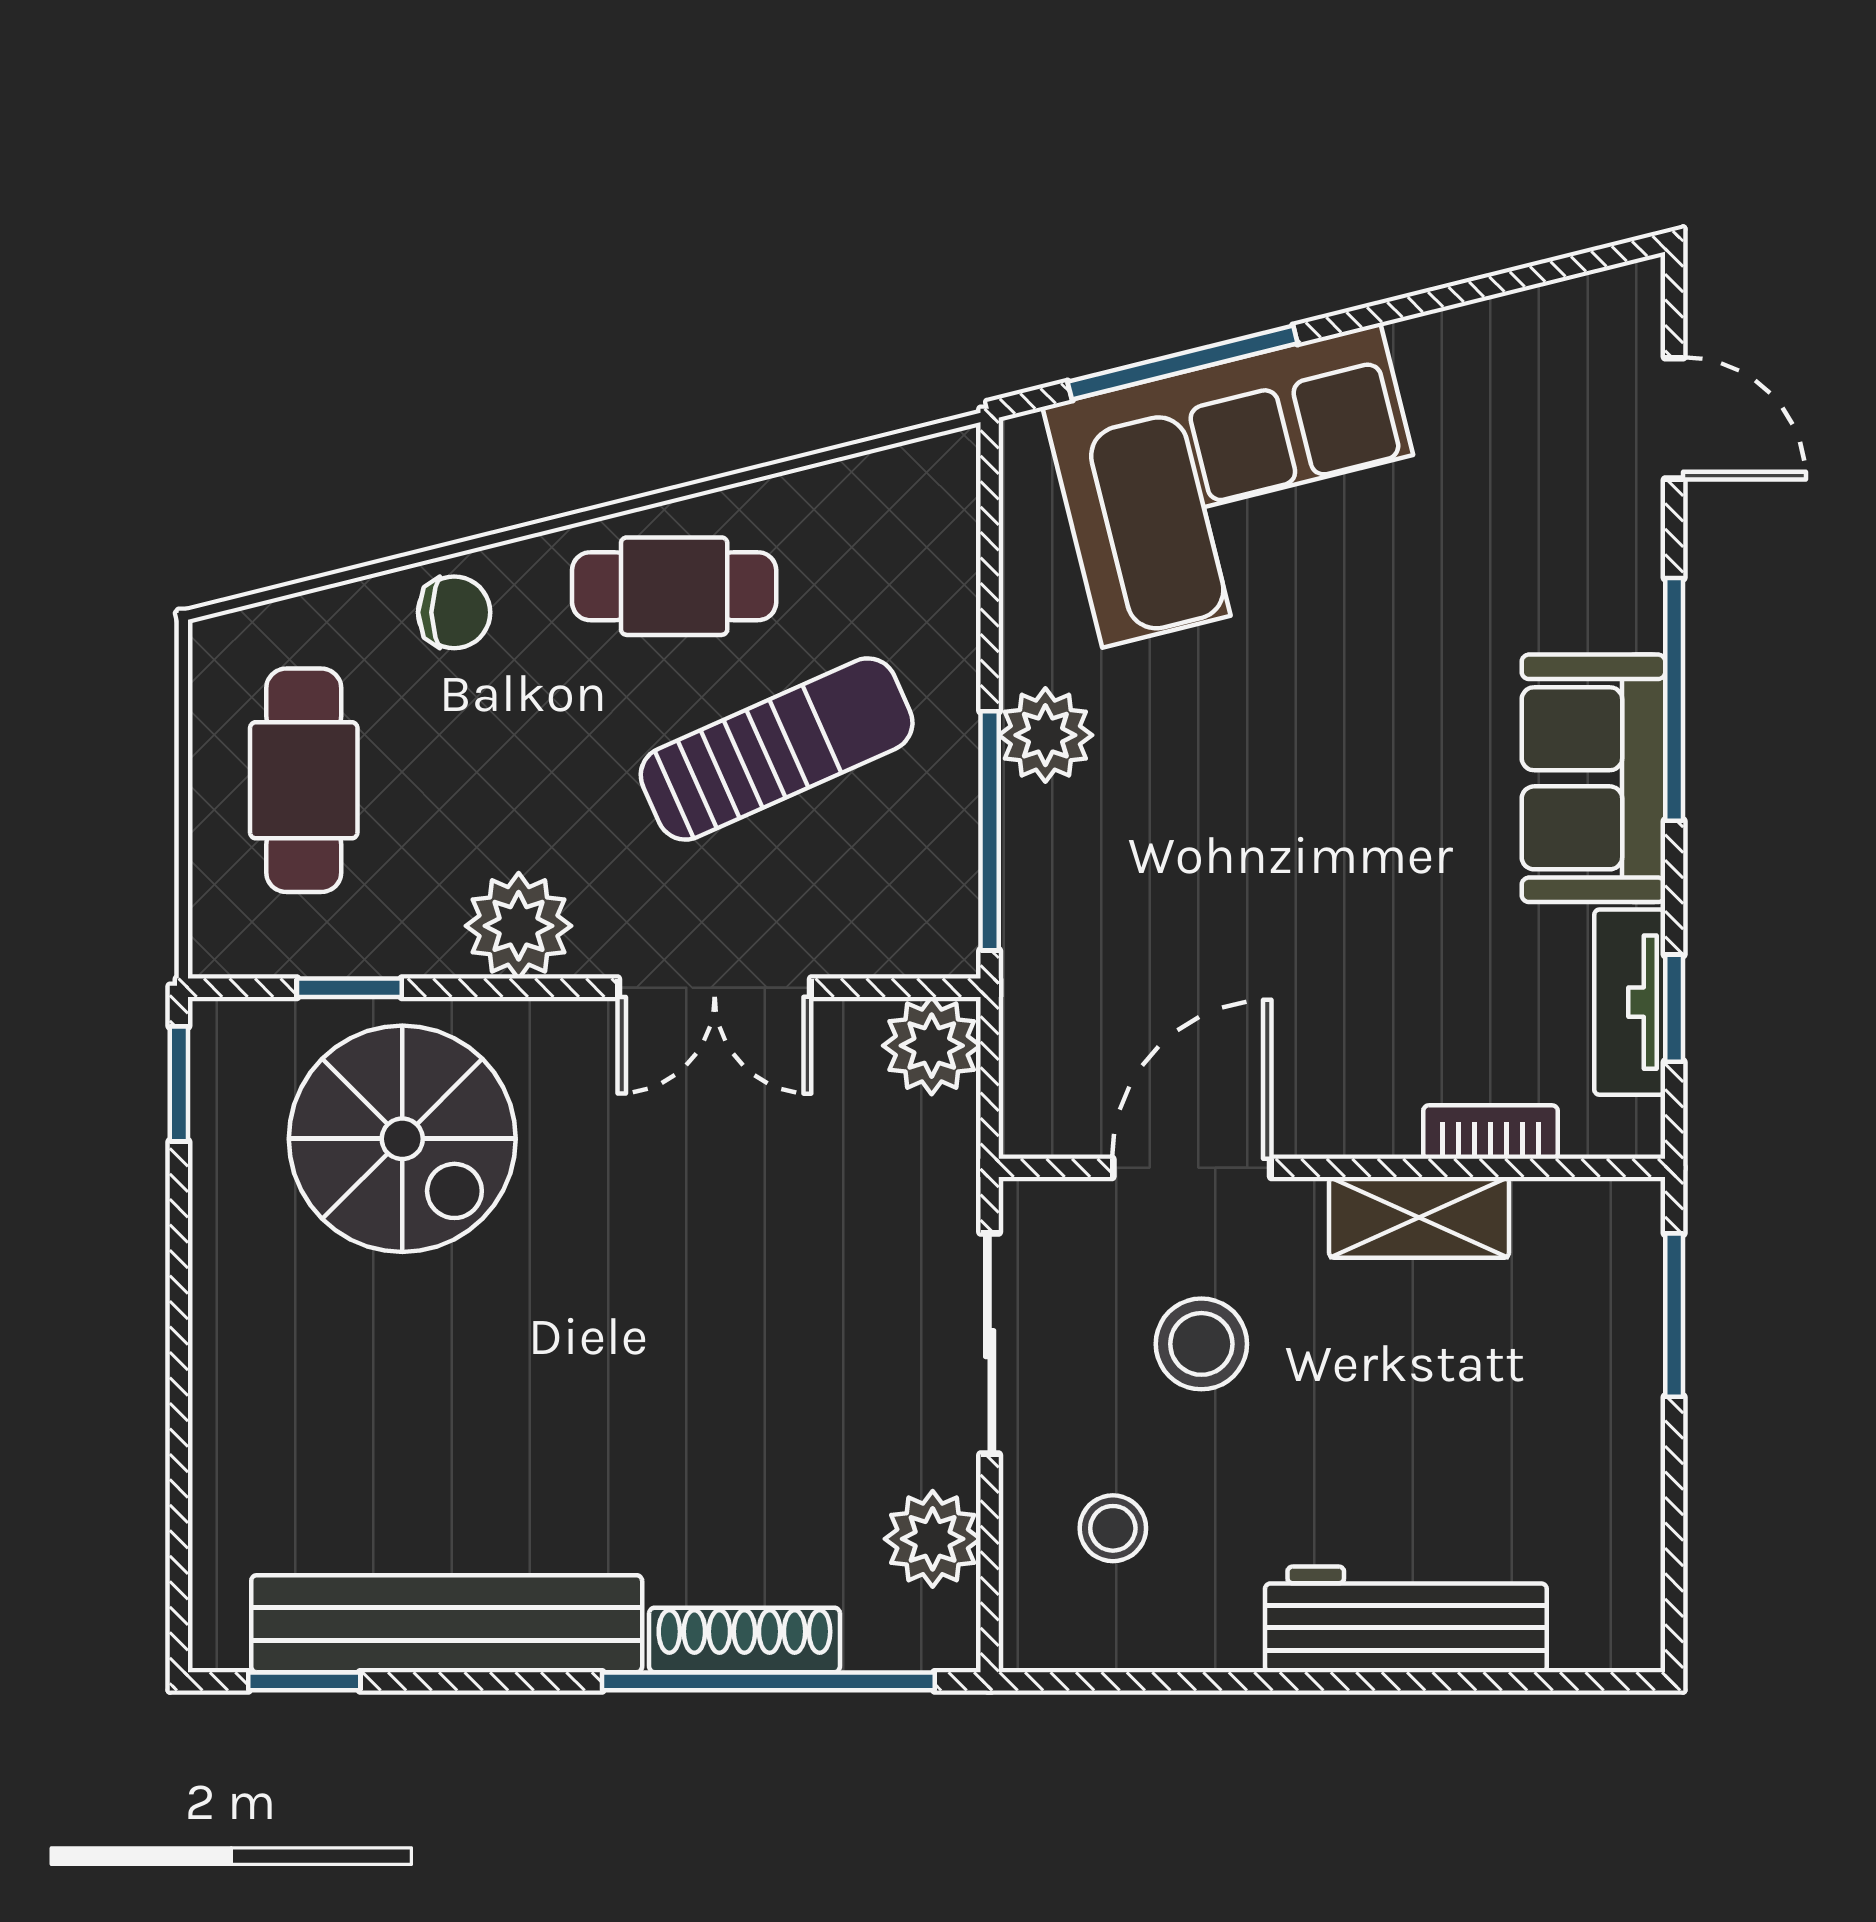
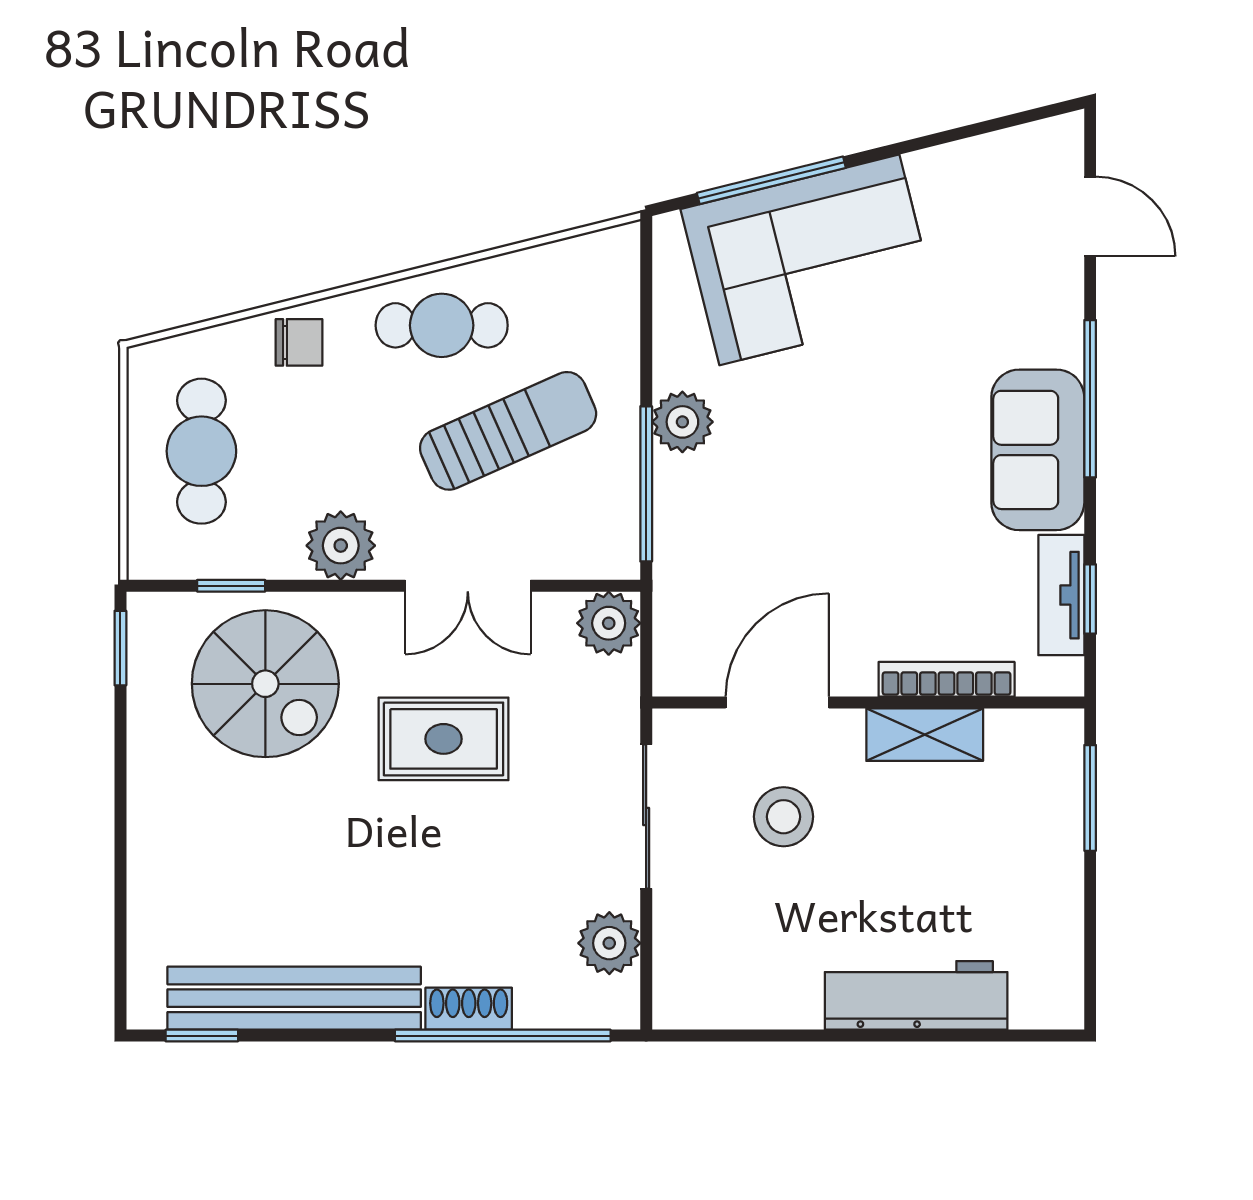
bookcase: (1490, 1132) -> (947, 679), width x1.56
rug: (677, 1224) -> (444, 739), added
stool: (1113, 1528) -> (726, 936), removed
shoe rack: (744, 1640) -> (469, 1009), width x0.70

